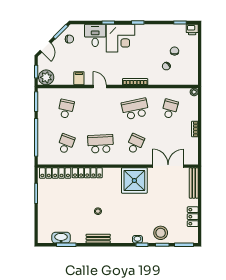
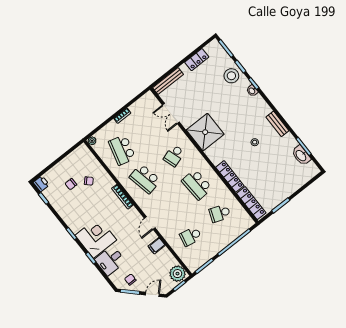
school desk: (170, 109) -> (122, 150), width x1.85
school desk: (135, 144) -> (174, 156), turned -42
double door: (168, 166) -> (171, 113), width x0.73

